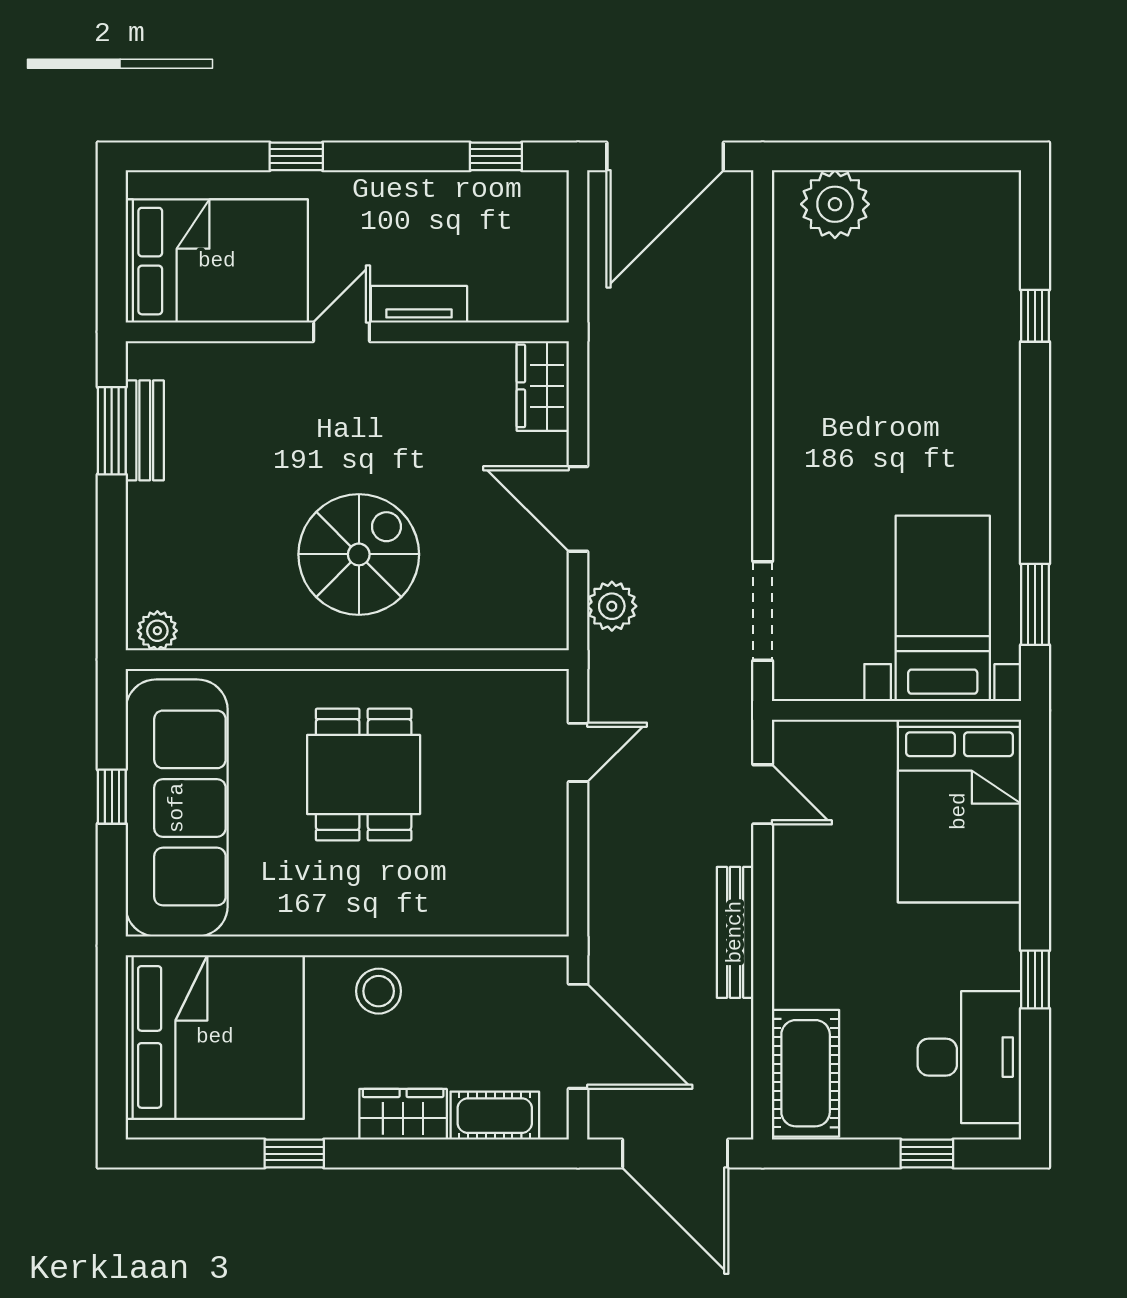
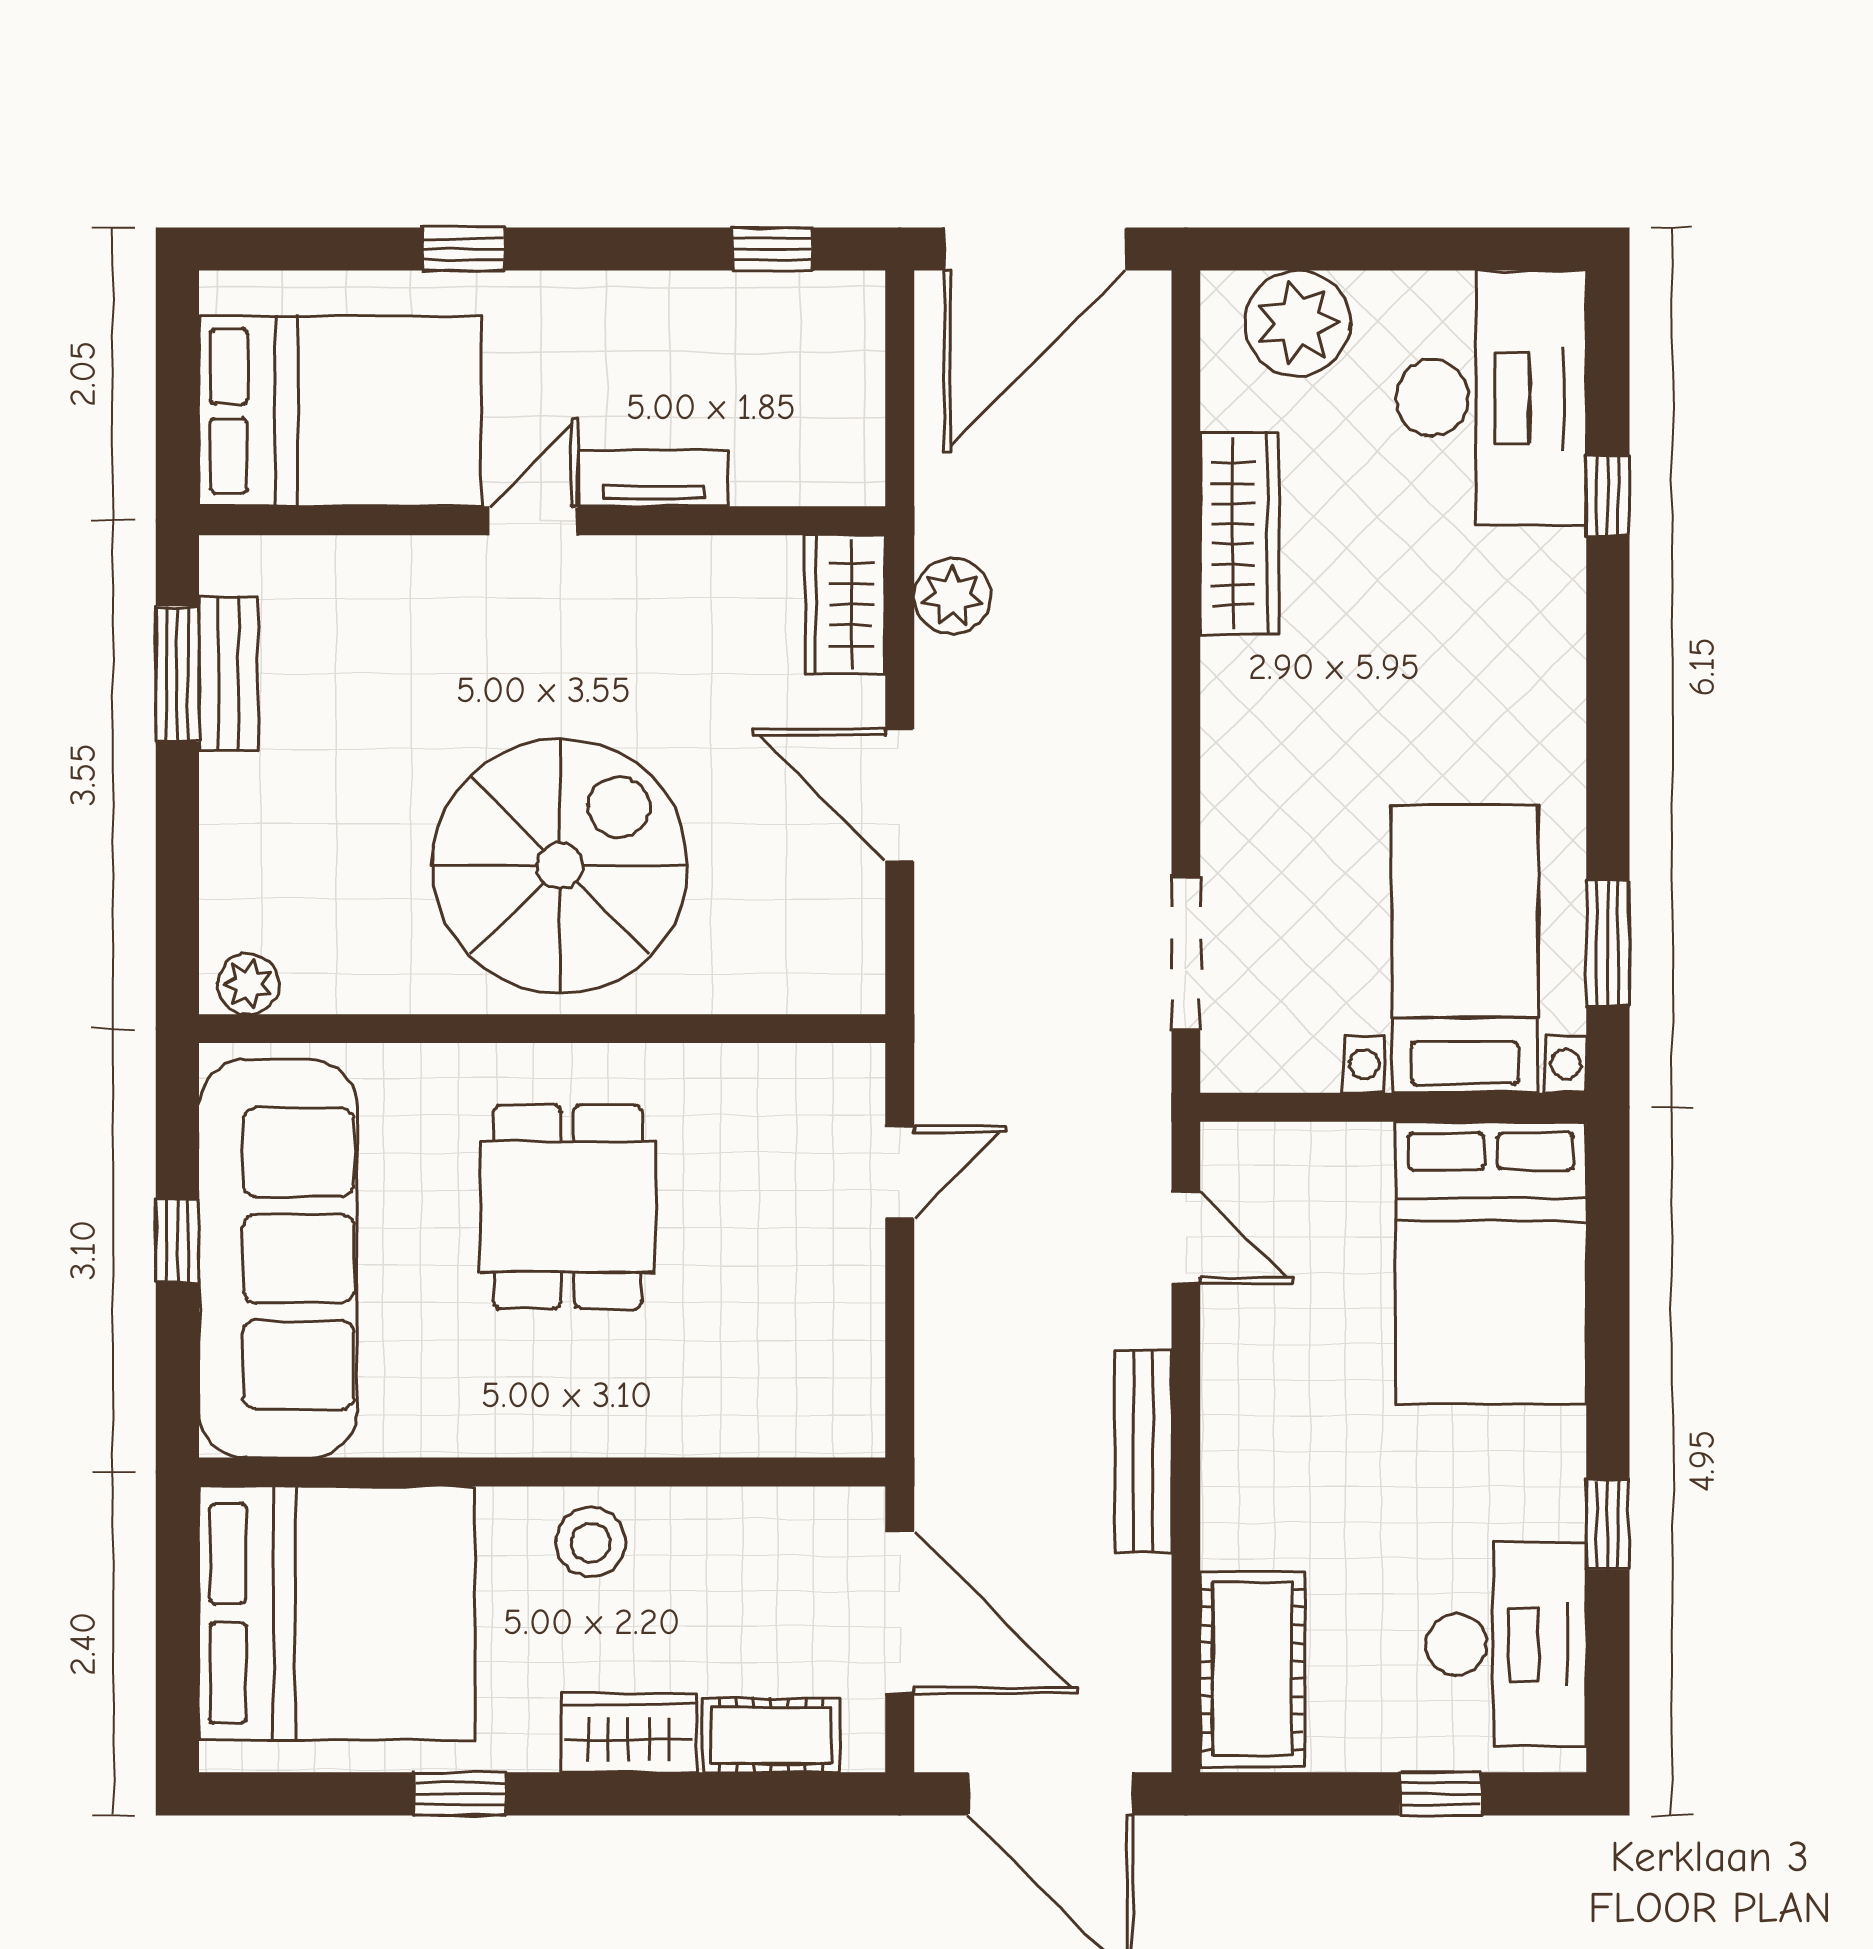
desk: (960, 252) -> (1491, 398), added
wardrobe: (797, 340) -> (1239, 534), added
spiral stairs: (359, 554) -> (560, 866), width x1.37, depth x1.37
plant: (612, 606) -> (952, 596), moved

